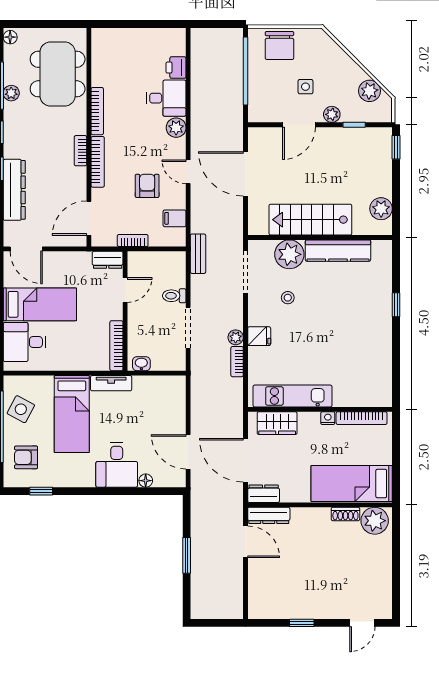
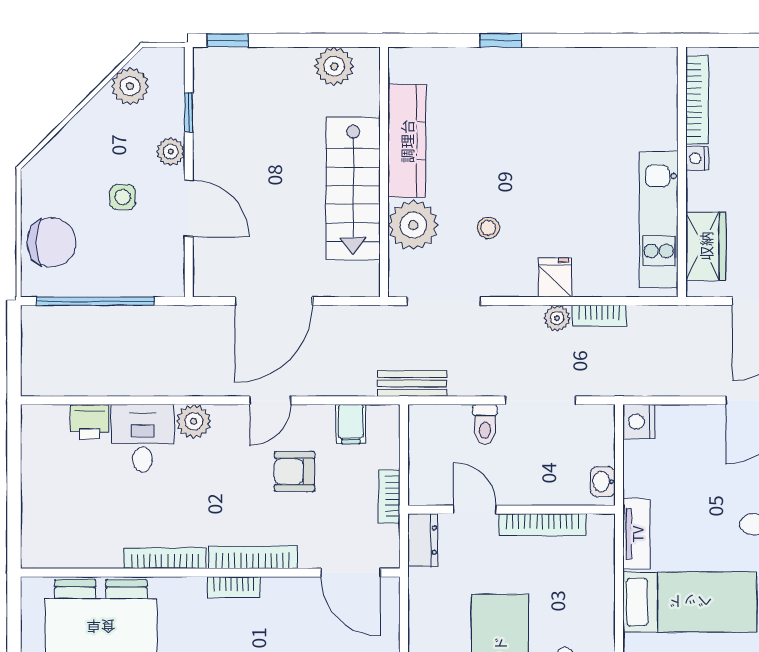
bookcase: (116, 346) -> (542, 525), moved
nightstand: (176, 385) -> (639, 422), added

